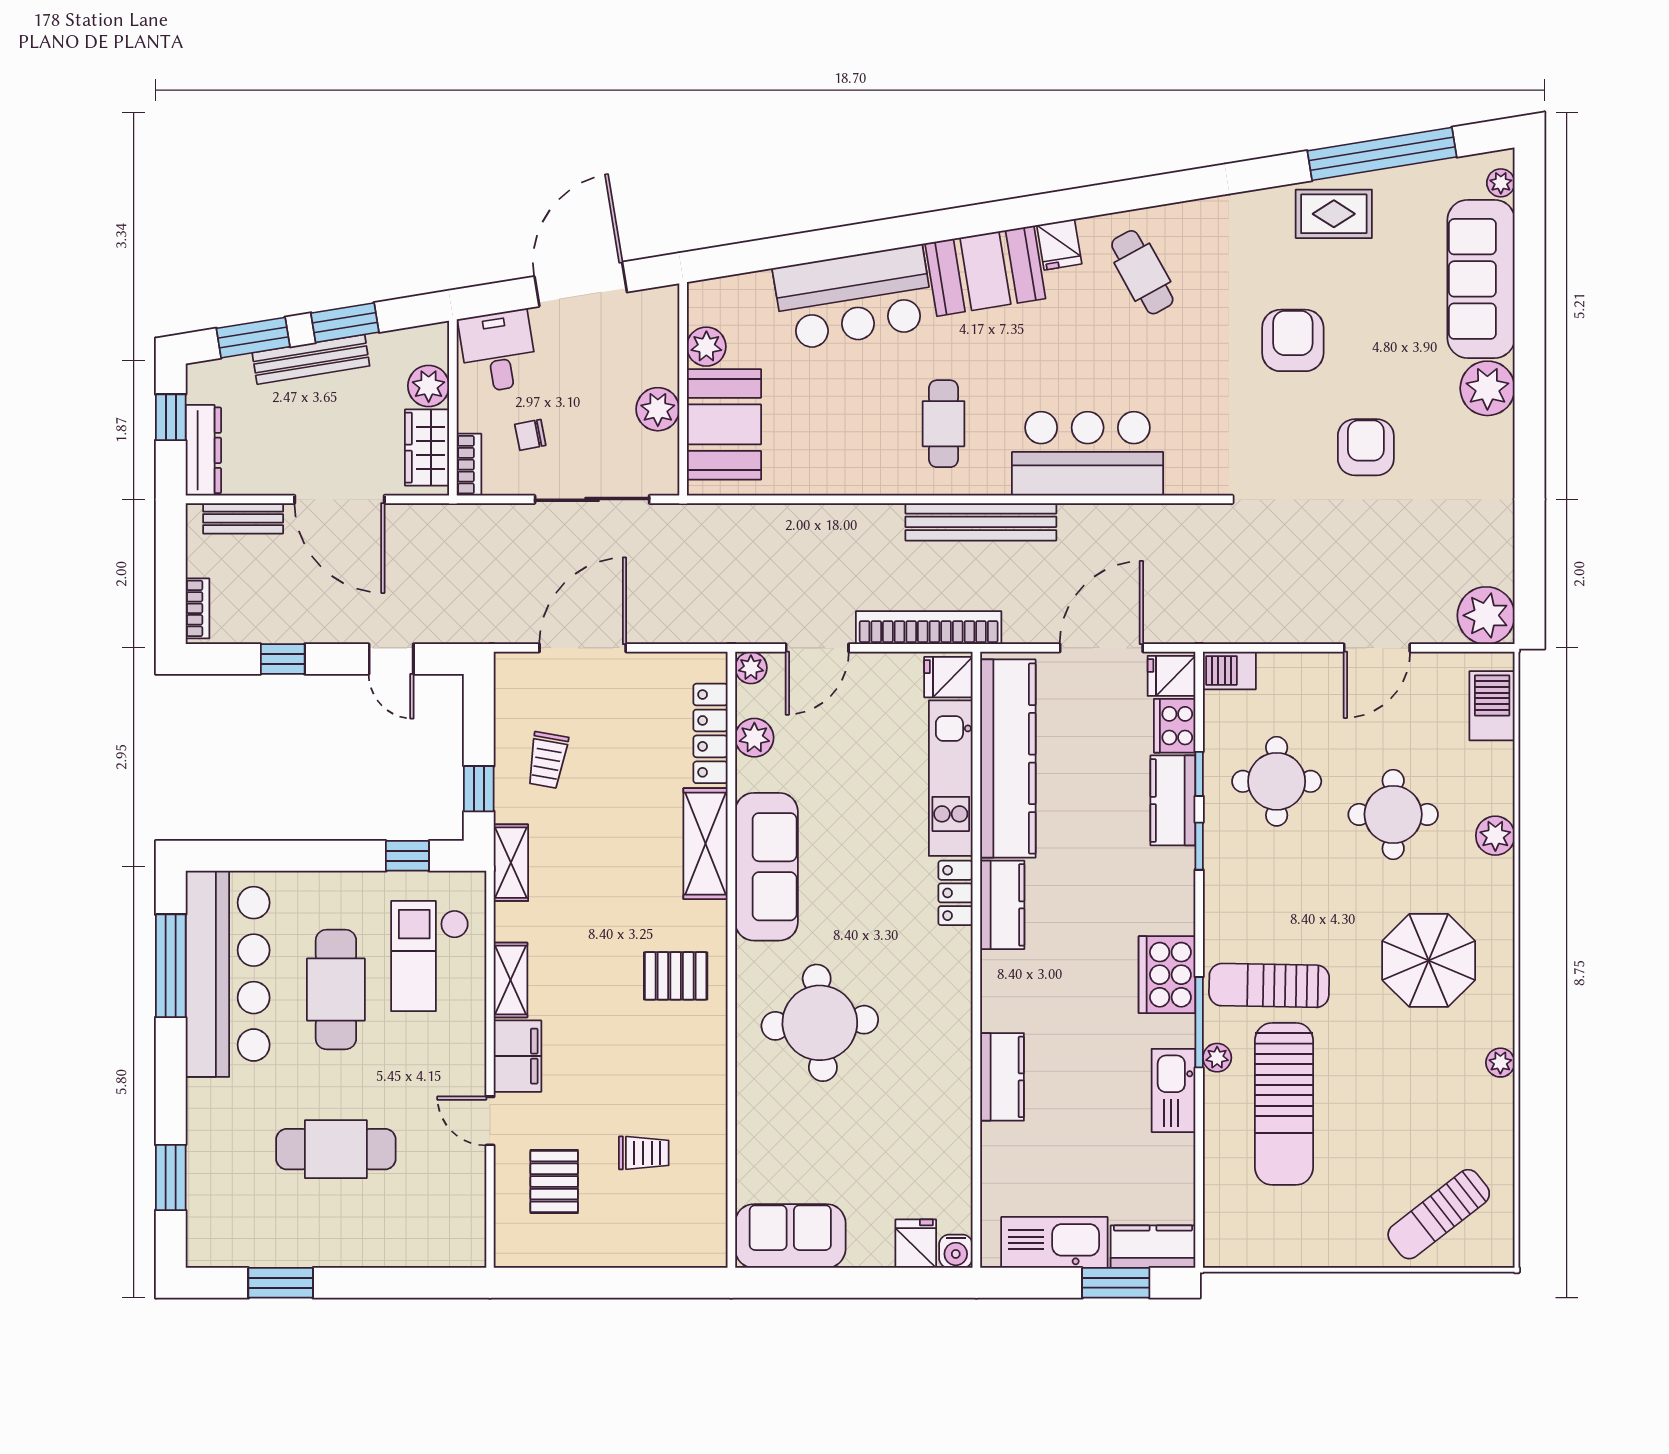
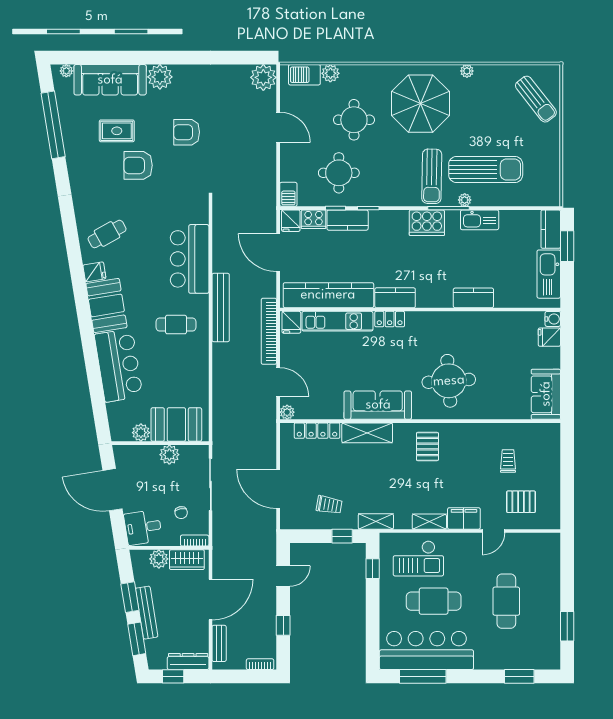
rug: (1334, 214) -> (117, 131), moved, turned 90
plant: (754, 738) -> (319, 411), removed
plant: (1495, 836) -> (330, 73), moved
parasol: (1429, 960) -> (420, 104), width x1.36, depth x1.36

